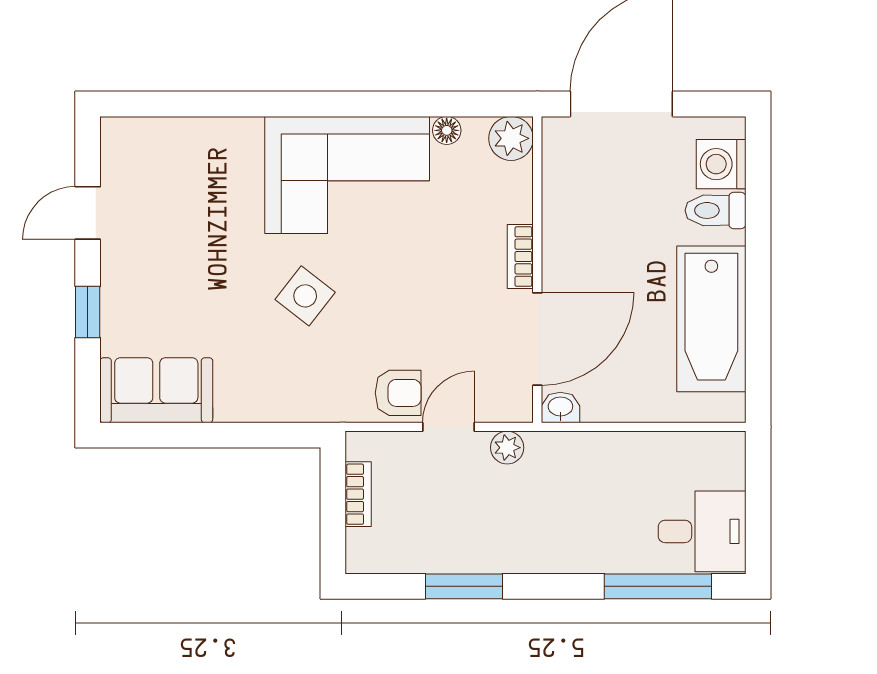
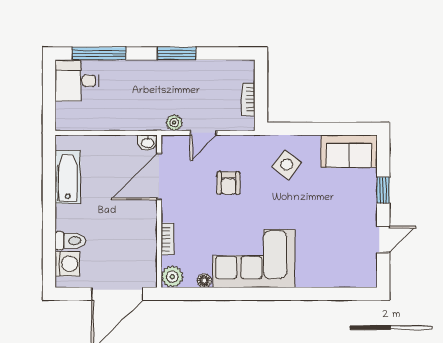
bookcase: (520, 257) -> (168, 239), moved
side table: (305, 296) -> (287, 165), moved
bathtub: (711, 319) -> (68, 177), width x0.73, depth x0.73
armchair: (398, 393) -> (228, 183), moved, turned -90
window: (464, 586) -> (177, 53), moved

